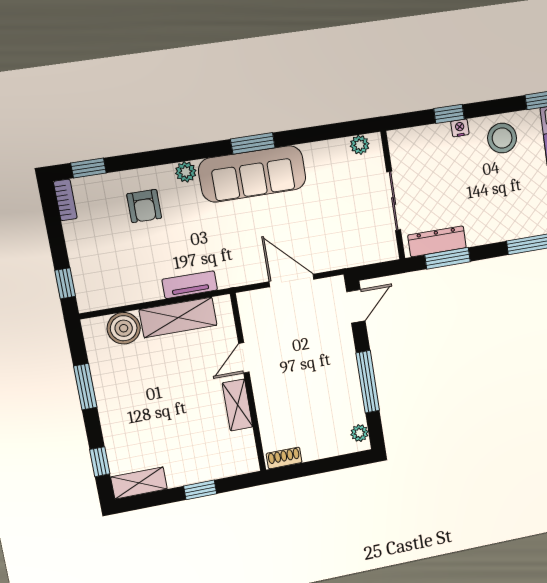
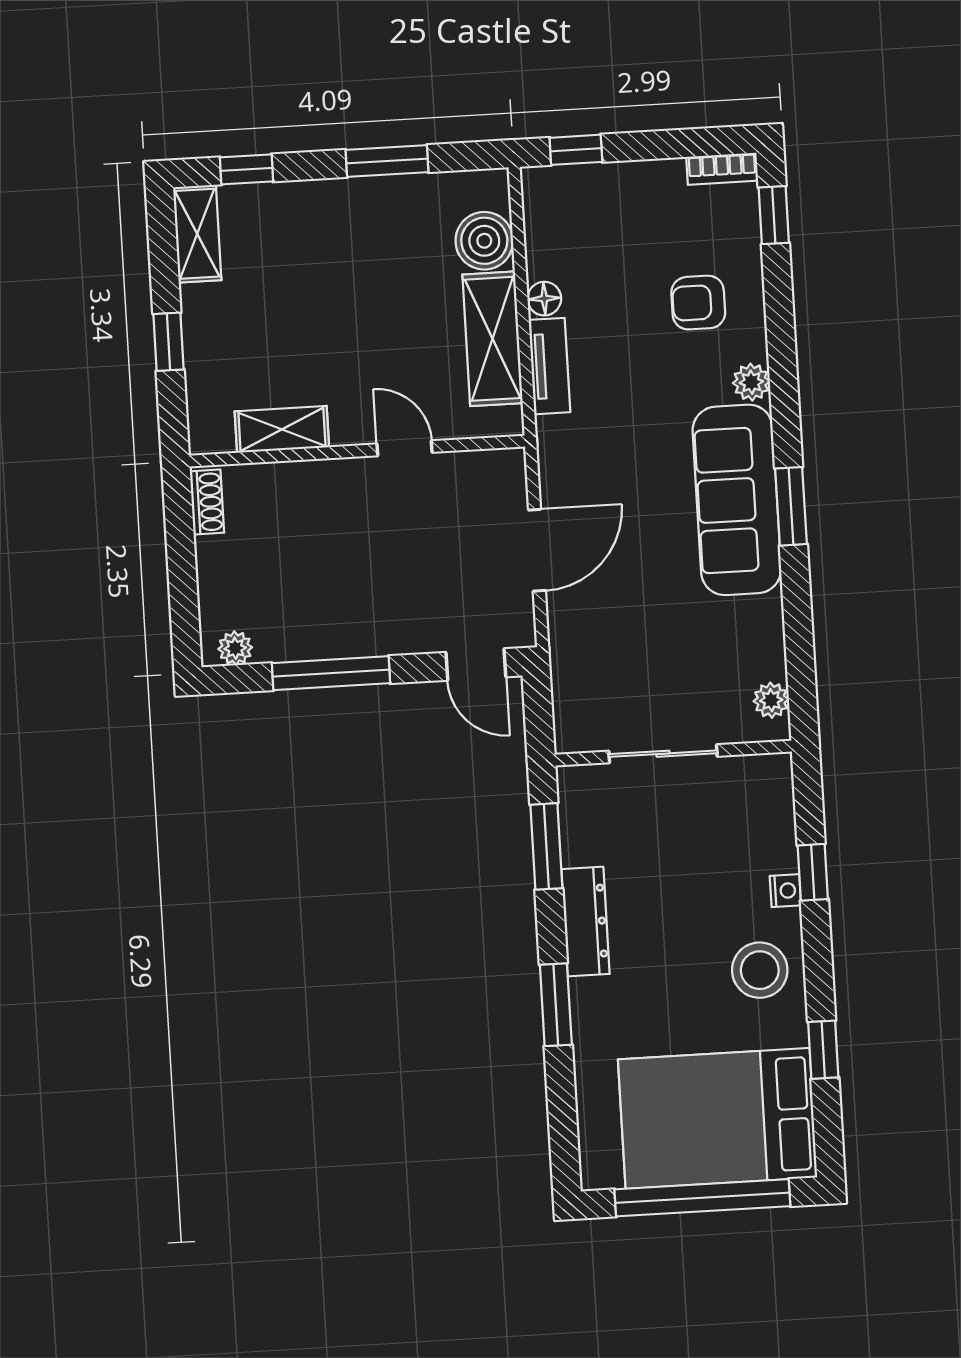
dresser: (437, 241) -> (586, 922), moved
floor lamp: (152, 292) -> (544, 299), added
shelving: (237, 405) -> (282, 429), moved

